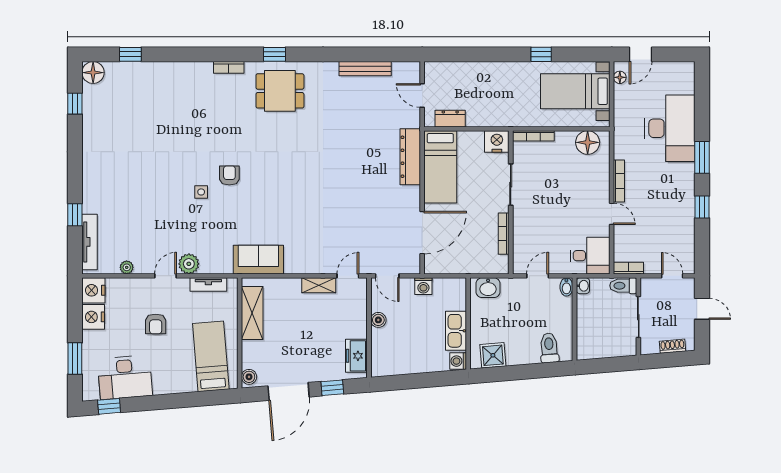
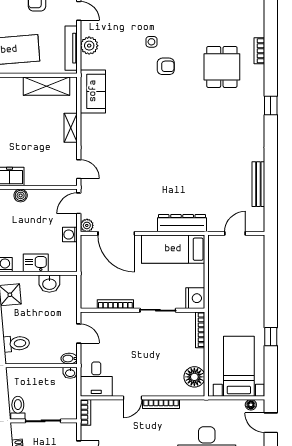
bookcase: (229, 67) -> (259, 51), moved
dining table: (280, 91) -> (222, 67), moved
dresser: (450, 119) -> (215, 258), removed
plant: (189, 264) -> (89, 46), moved
plant: (413, 267) -> (87, 225), added
tv unit: (208, 285) -> (71, 48), width x1.41
shelving: (319, 285) -> (71, 128), moved
toilet: (623, 286) -> (18, 408), moved
washbasin: (488, 288) -> (49, 284), moved, turned -90
boiler: (378, 320) -> (21, 195), moved
kitchen sink: (456, 331) -> (36, 263), width x0.73

